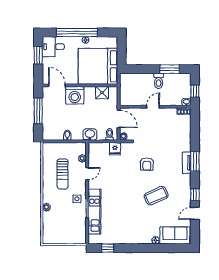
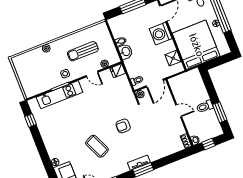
washbasin: (90, 134) -> (126, 52), moved
fridge: (115, 149) -> (118, 71), moved

